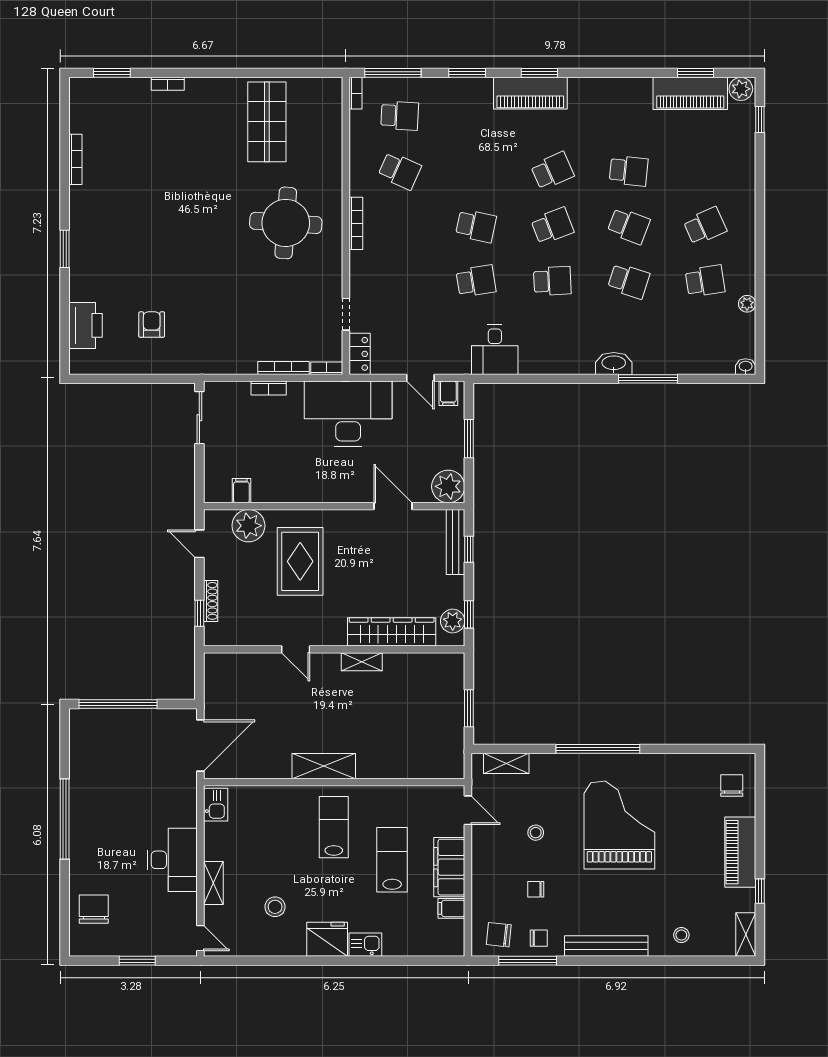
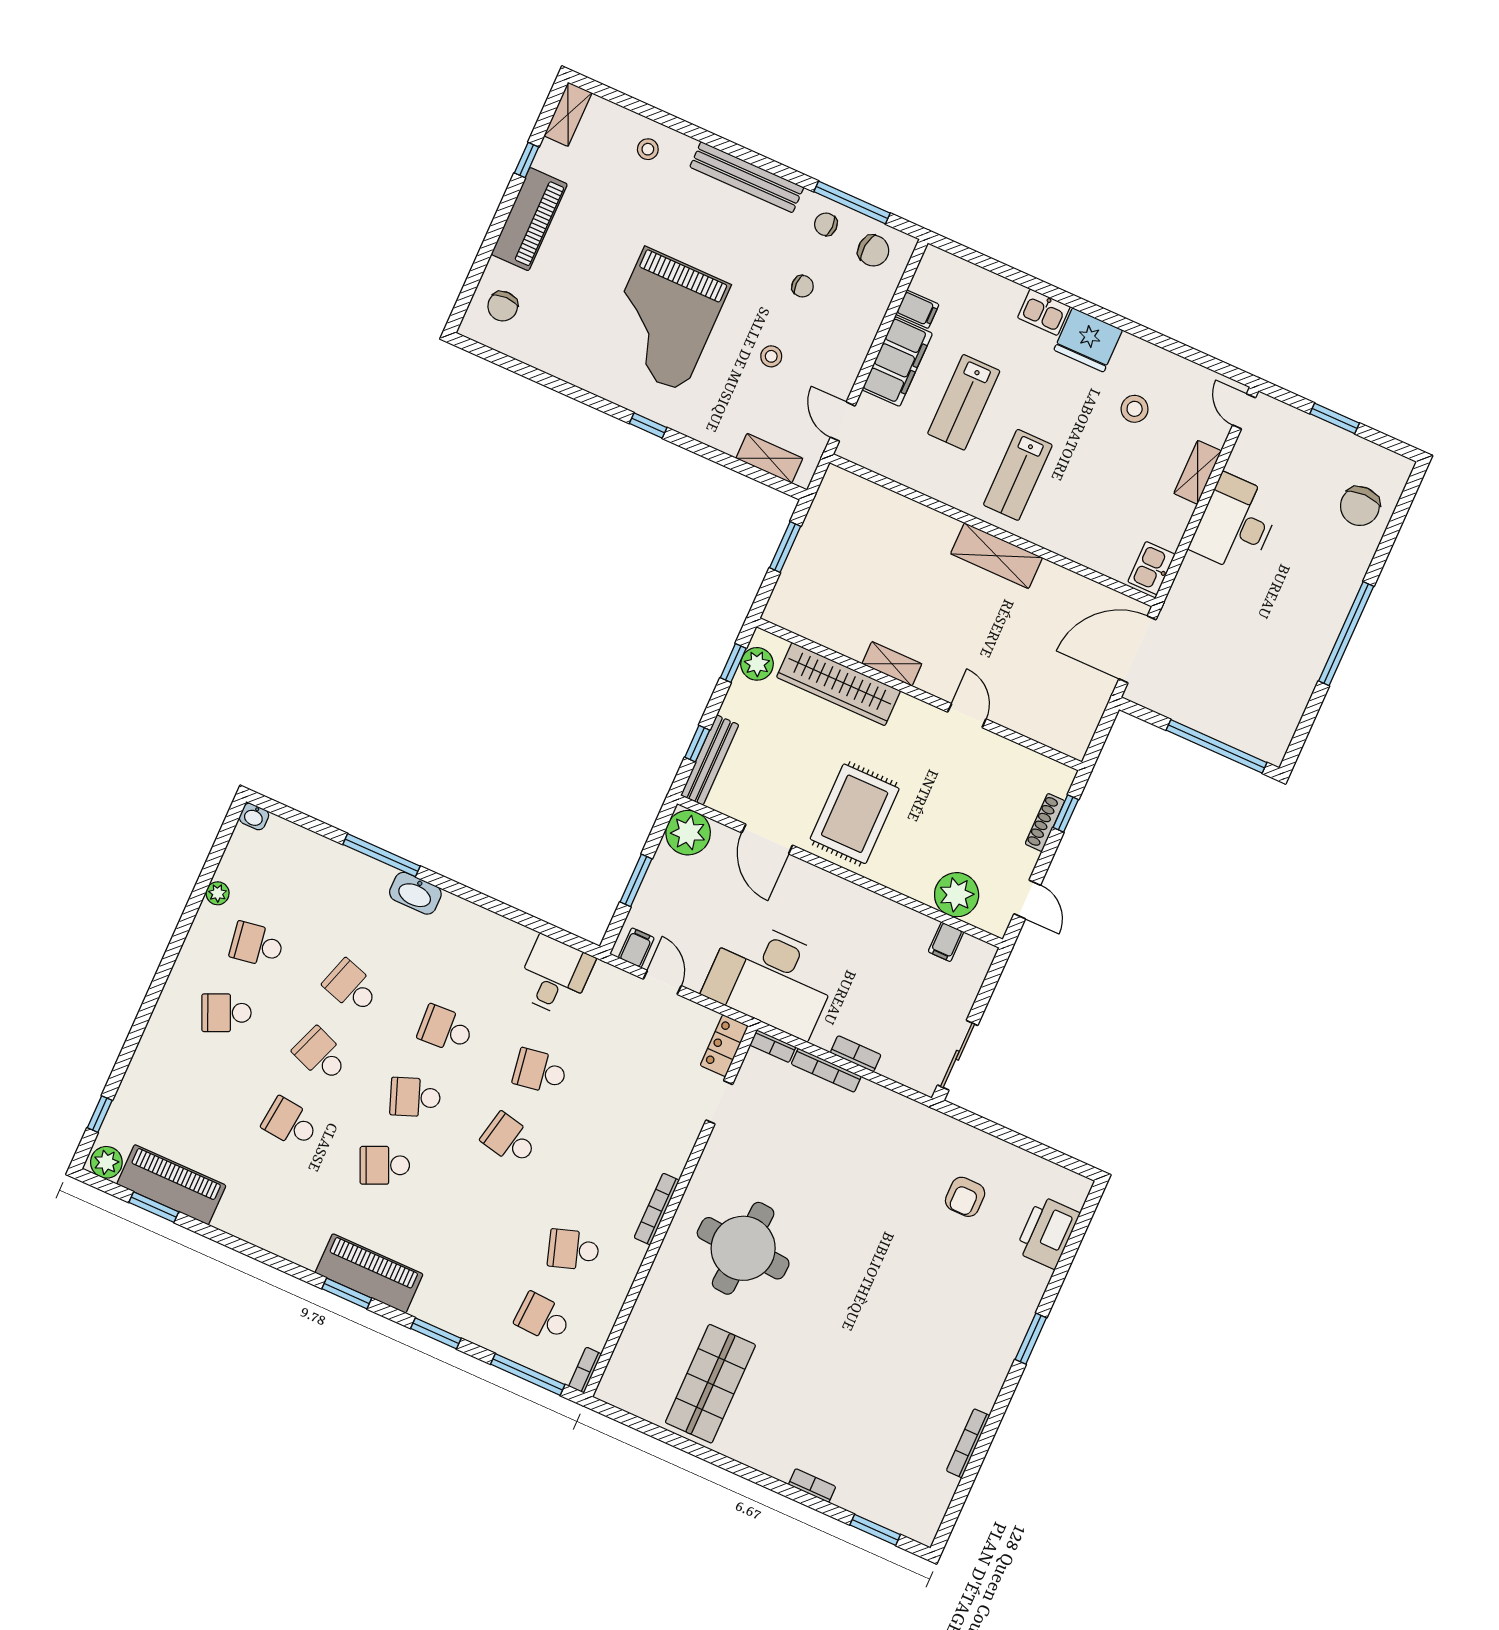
school desk: (400, 171) -> (573, 1250), turned -42
rug: (300, 561) -> (855, 814), moved
window: (598, 749) -> (648, 425), width x0.32

